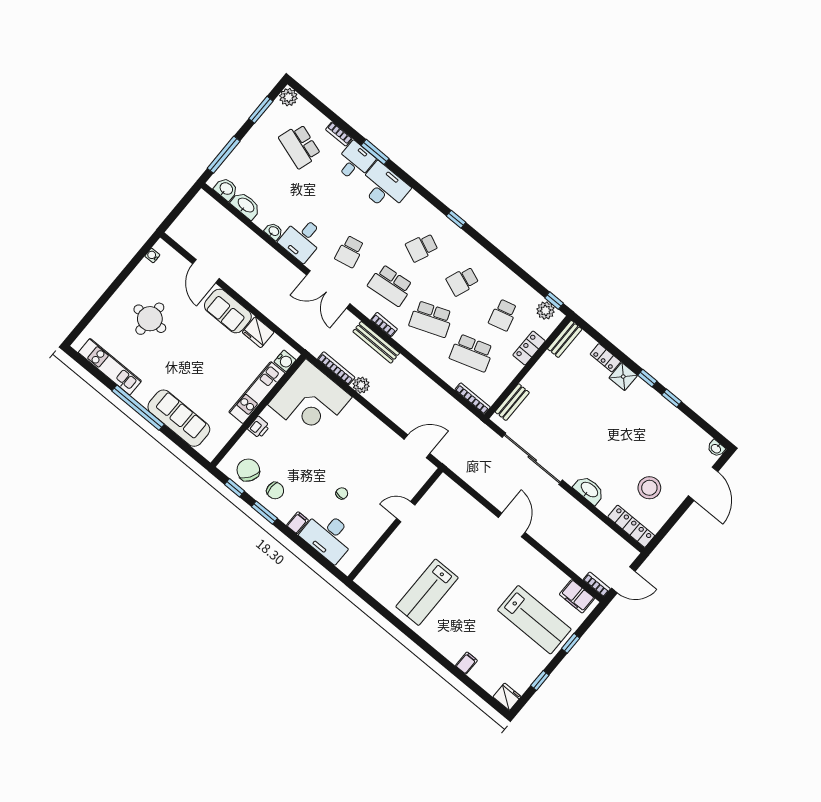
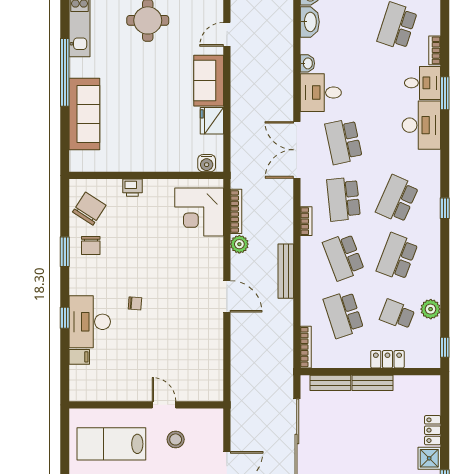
school desk: (422, 247) -> (397, 199), width x1.85
school desk: (350, 251) -> (344, 141), width x1.85
door: (206, 271) -> (227, 34), width x0.73
school desk: (462, 281) -> (397, 257), width x1.85
plant: (546, 310) -> (431, 309), moved
school desk: (503, 315) -> (397, 314), turned 36
bench: (565, 339) -> (372, 383), moved
bench: (376, 342) -> (286, 271), moved
kitchen unit: (257, 393) -> (160, 162), removed
corner desk: (310, 401) -> (199, 212), width x0.74, depth x0.74
door: (417, 446) -> (227, 296), moved
window: (234, 488) -> (65, 318), moved
door: (406, 512) -> (164, 405), moved
filing cabinet: (297, 523) -> (79, 357), moved
wall: (395, 524) -> (146, 405), moved
stool: (462, 544) -> (176, 439), added

